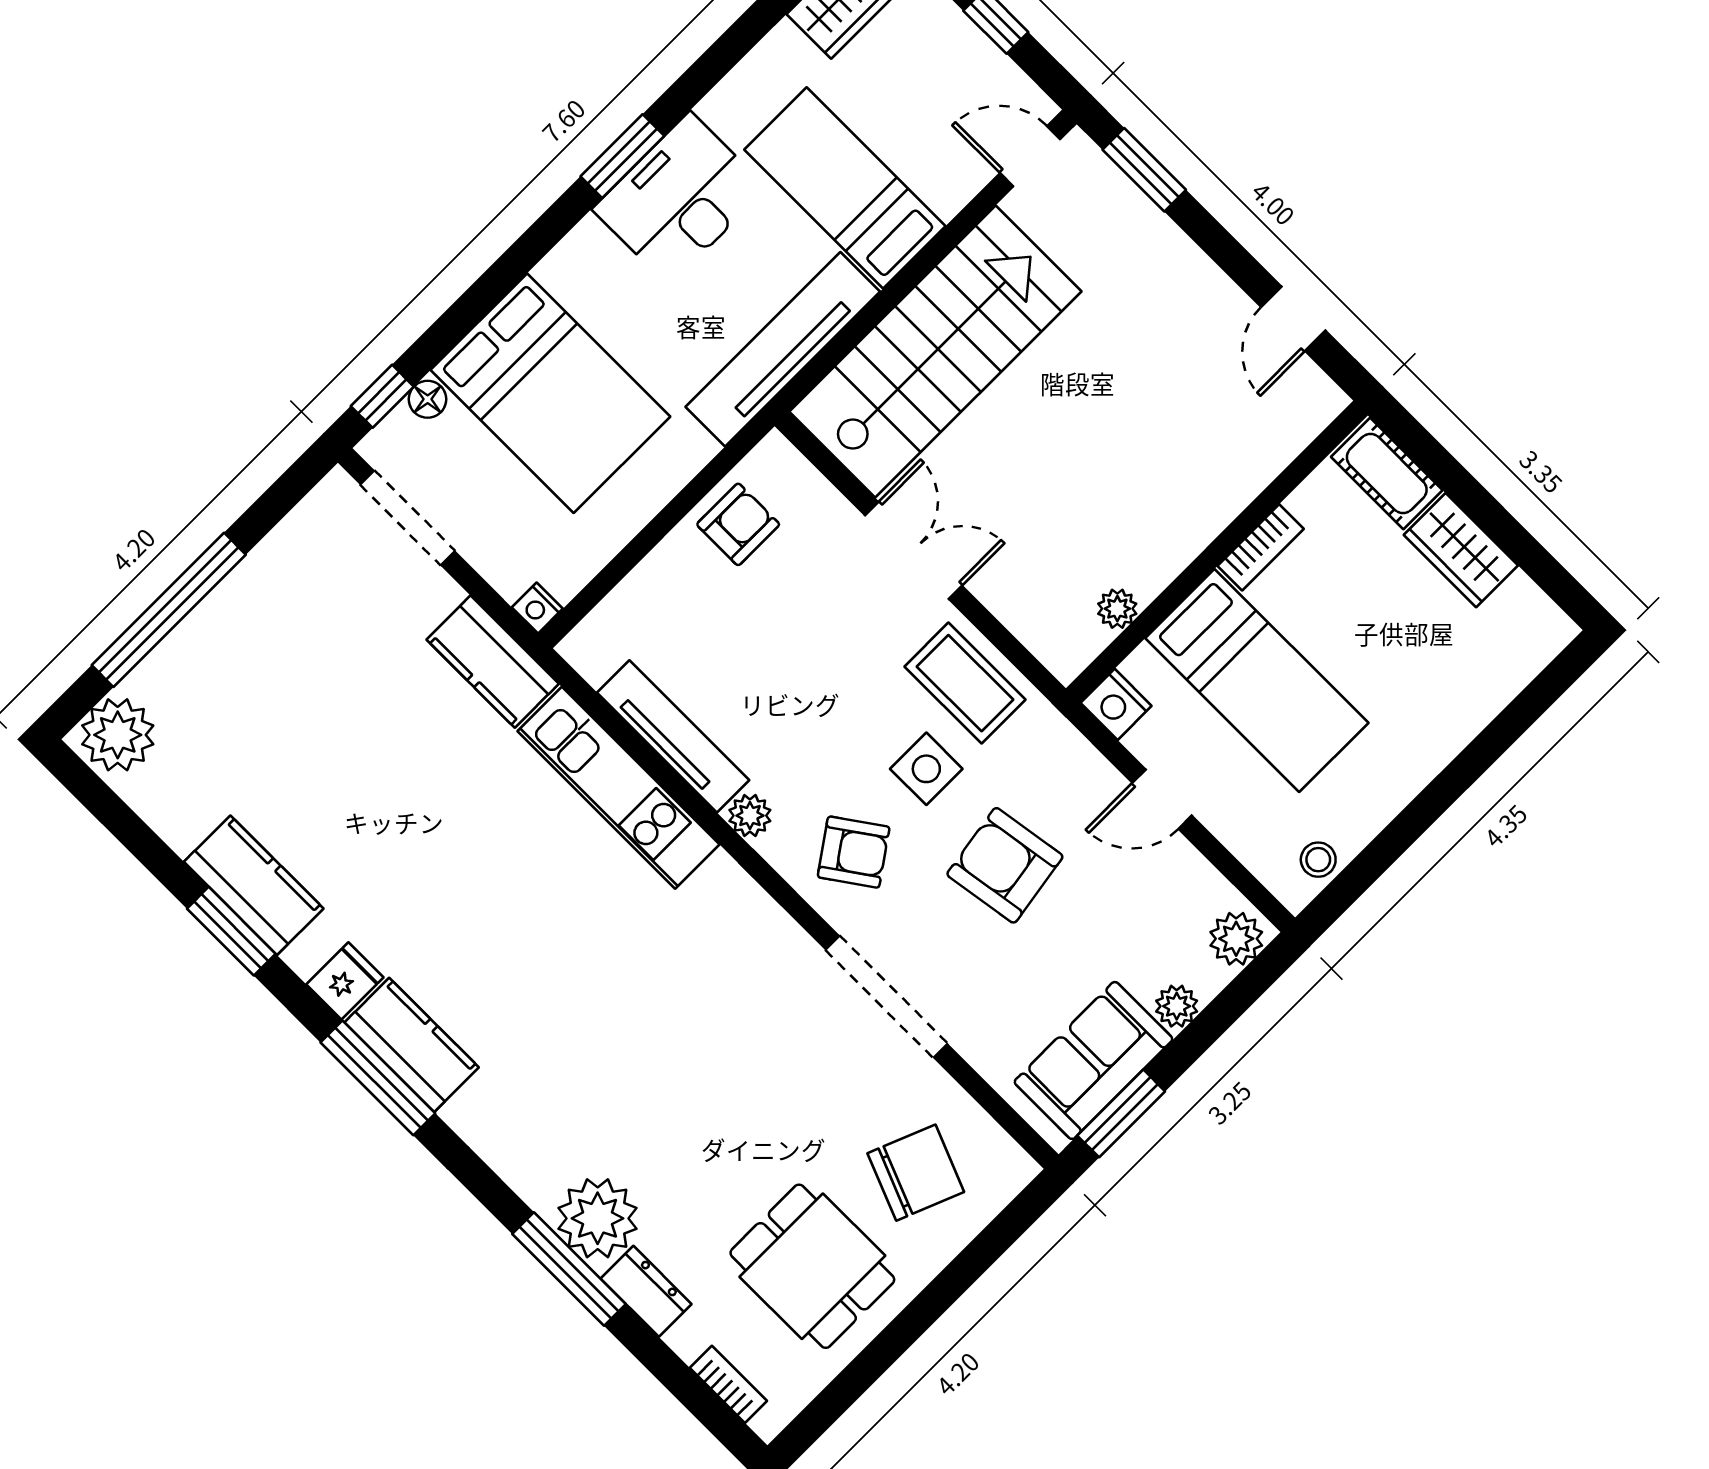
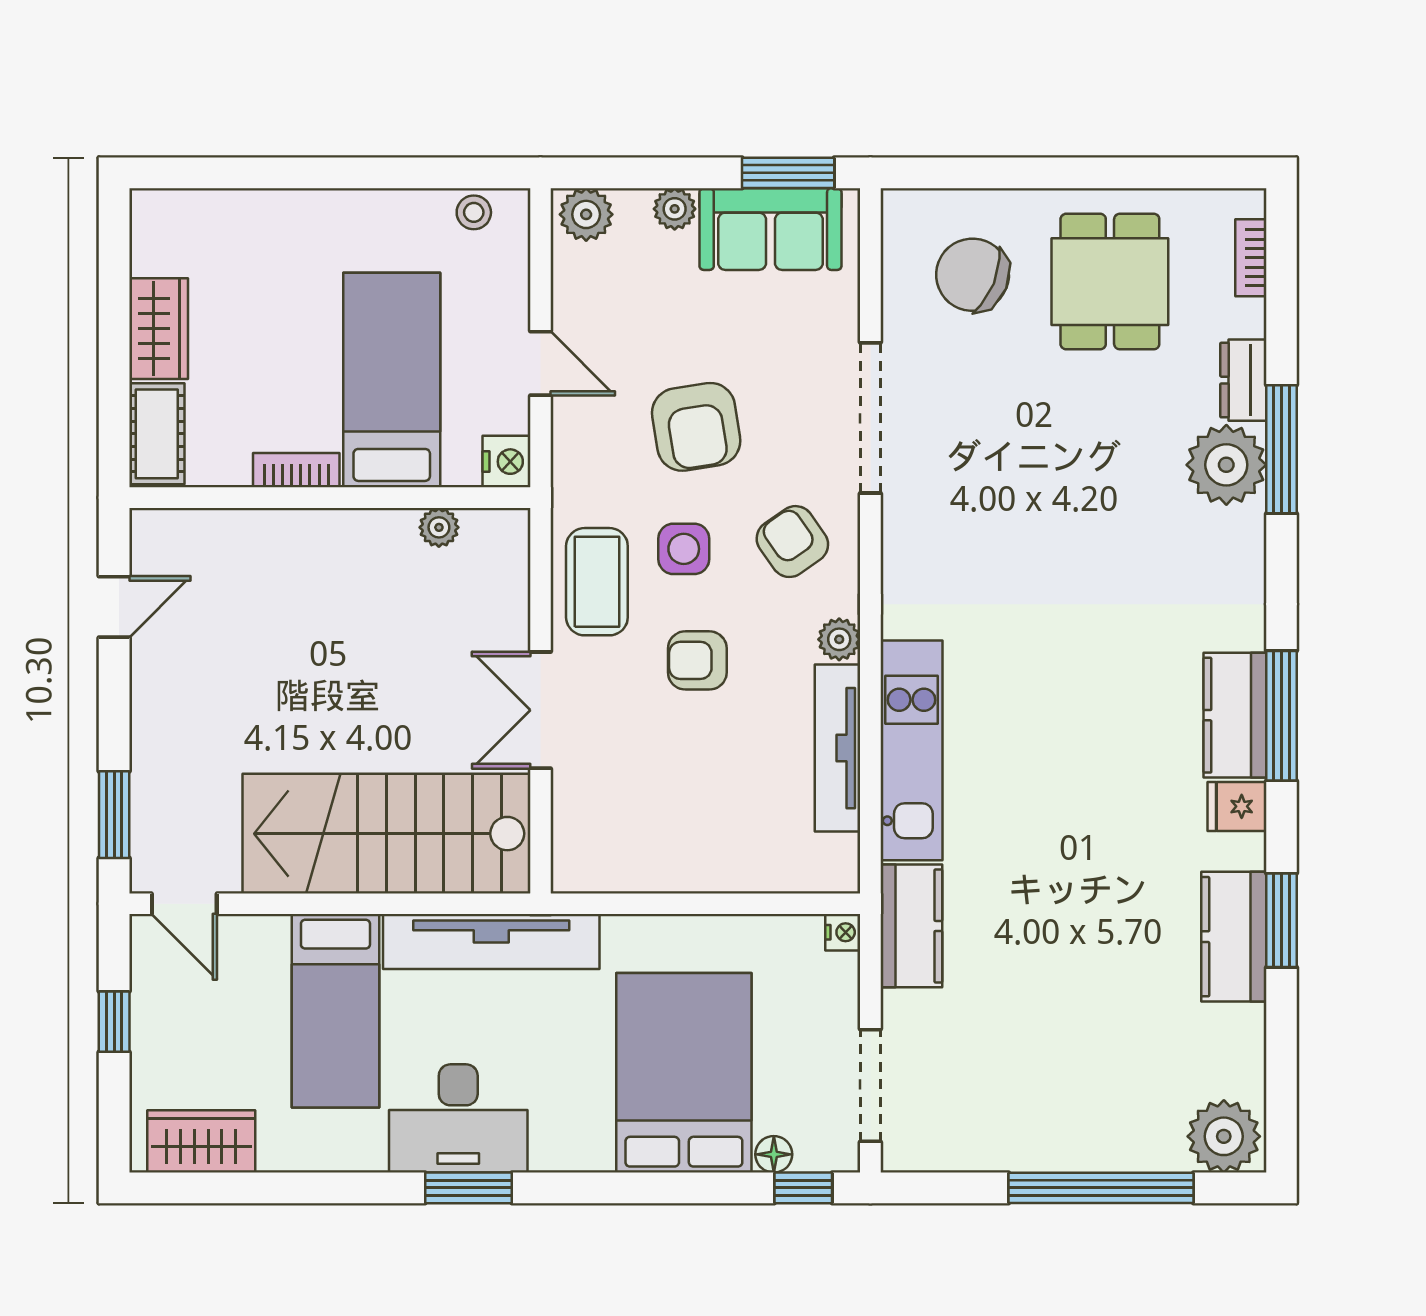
armchair: (738, 524) -> (697, 660), moved

